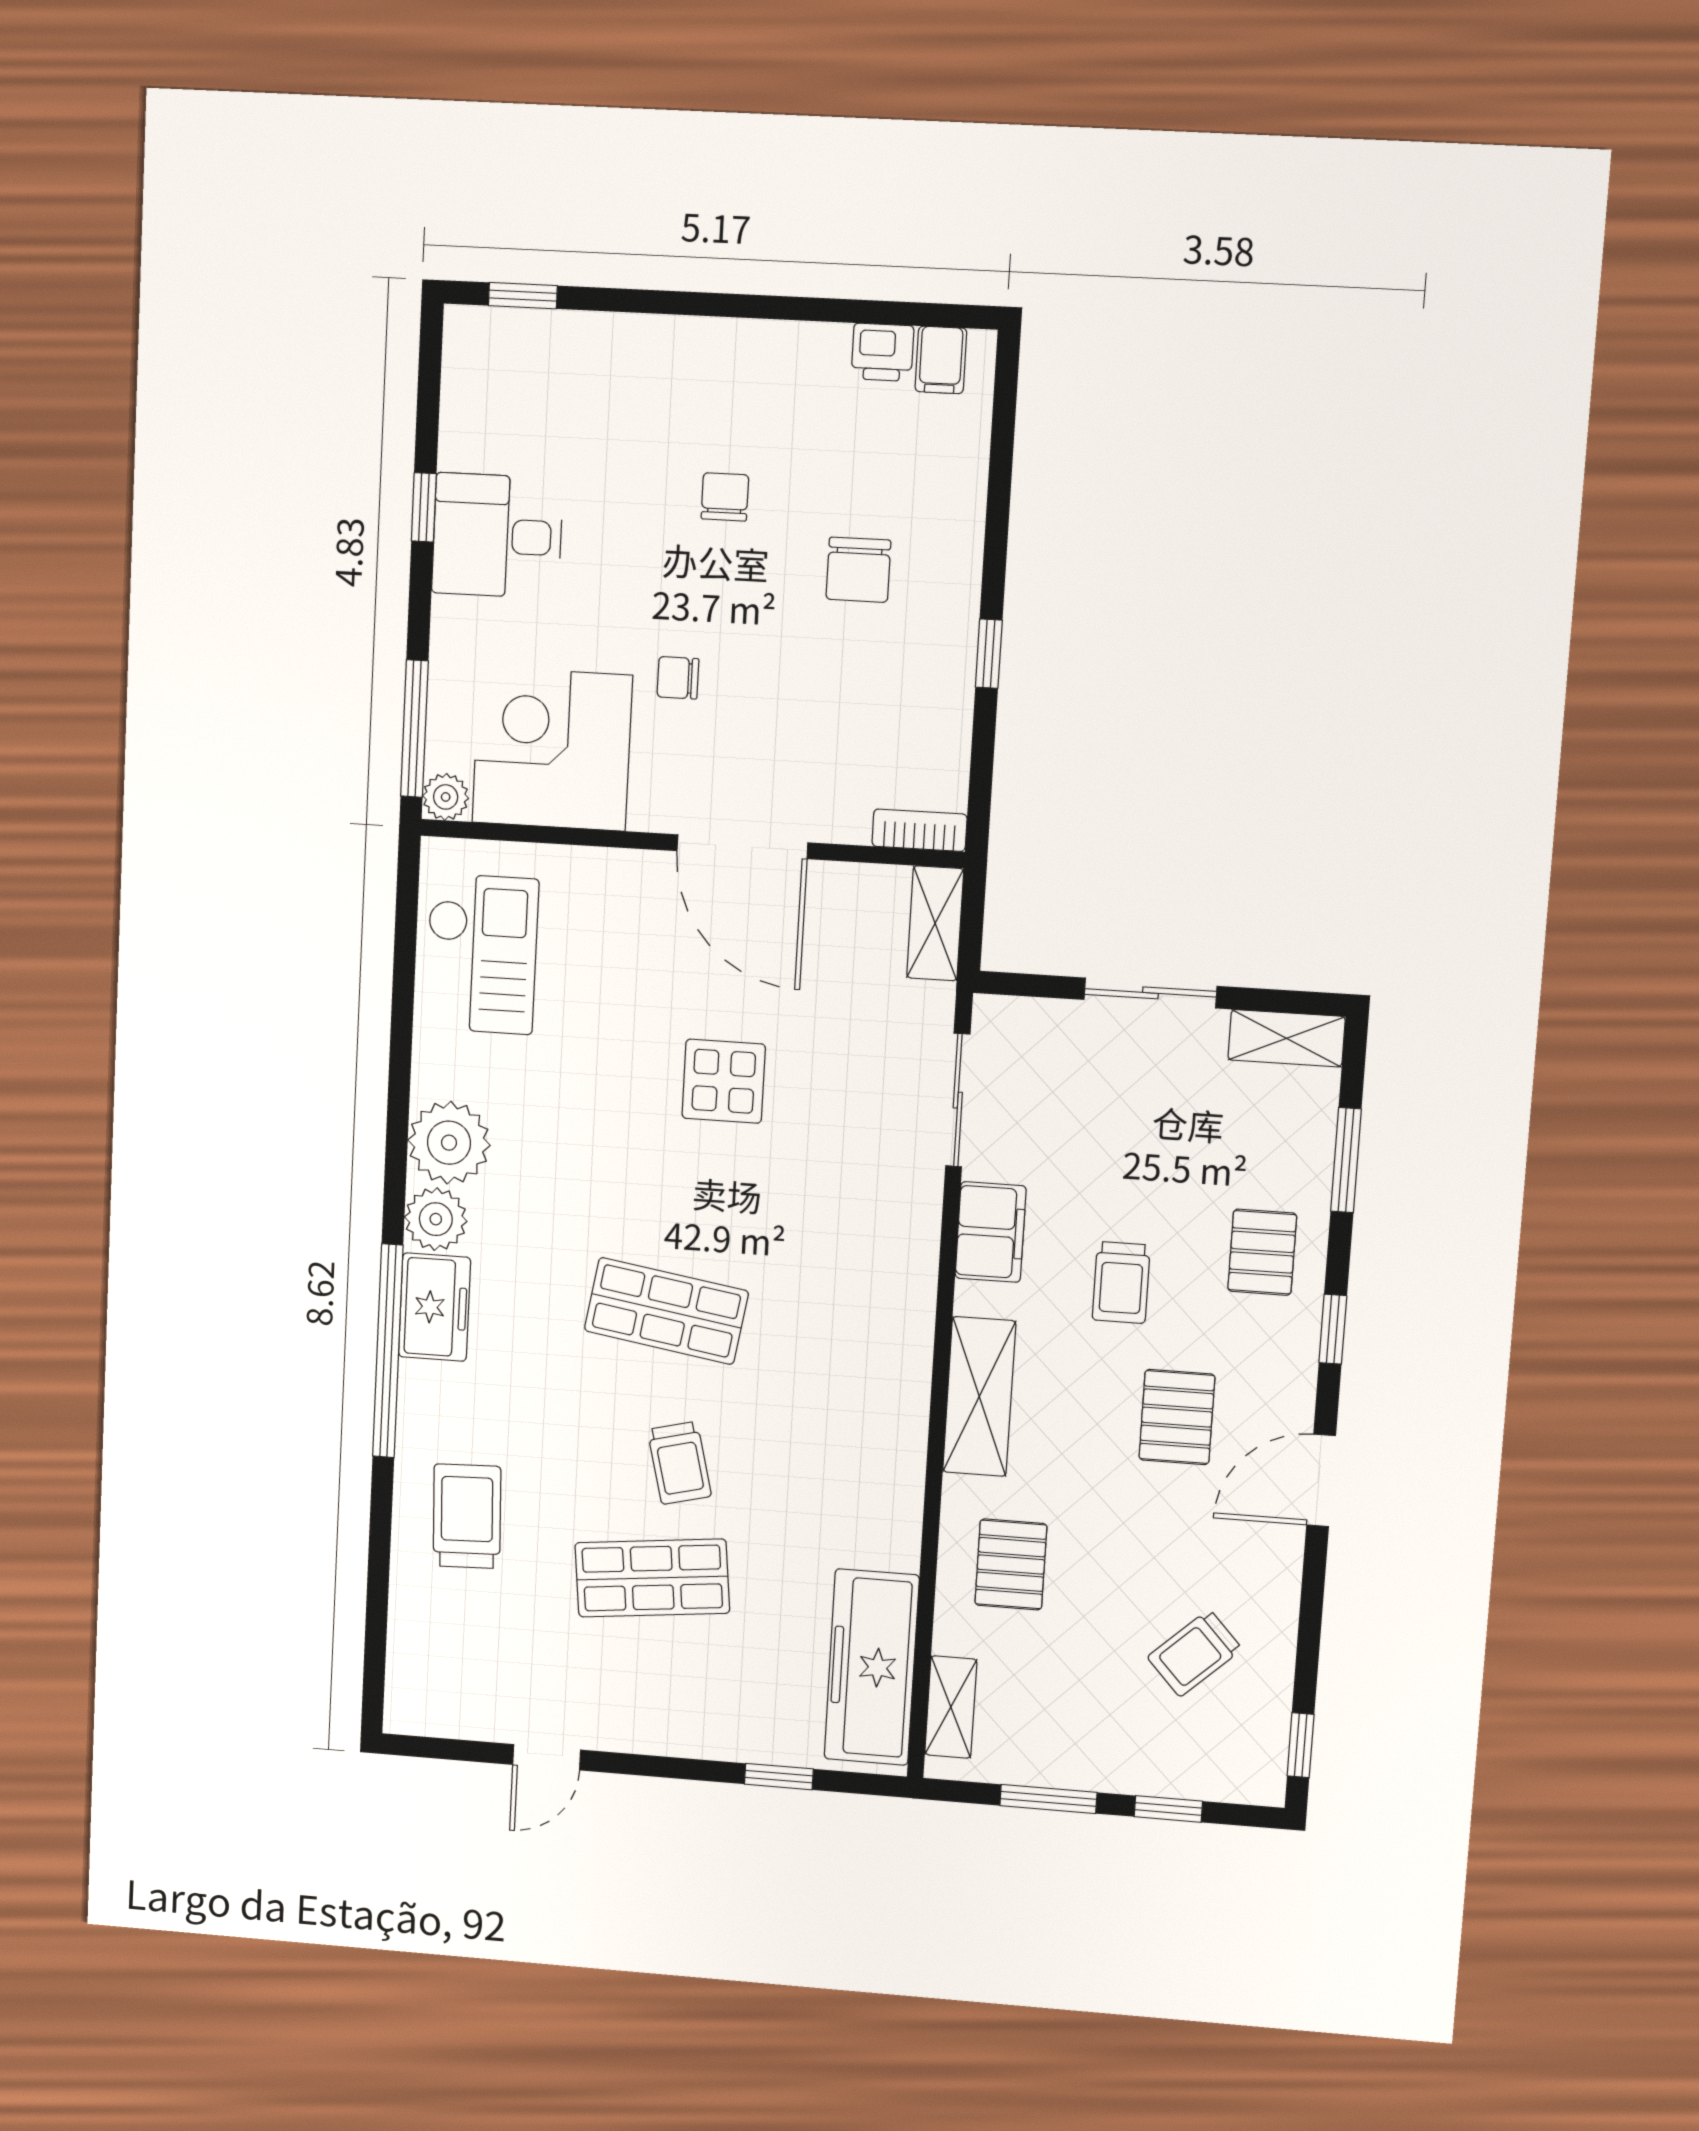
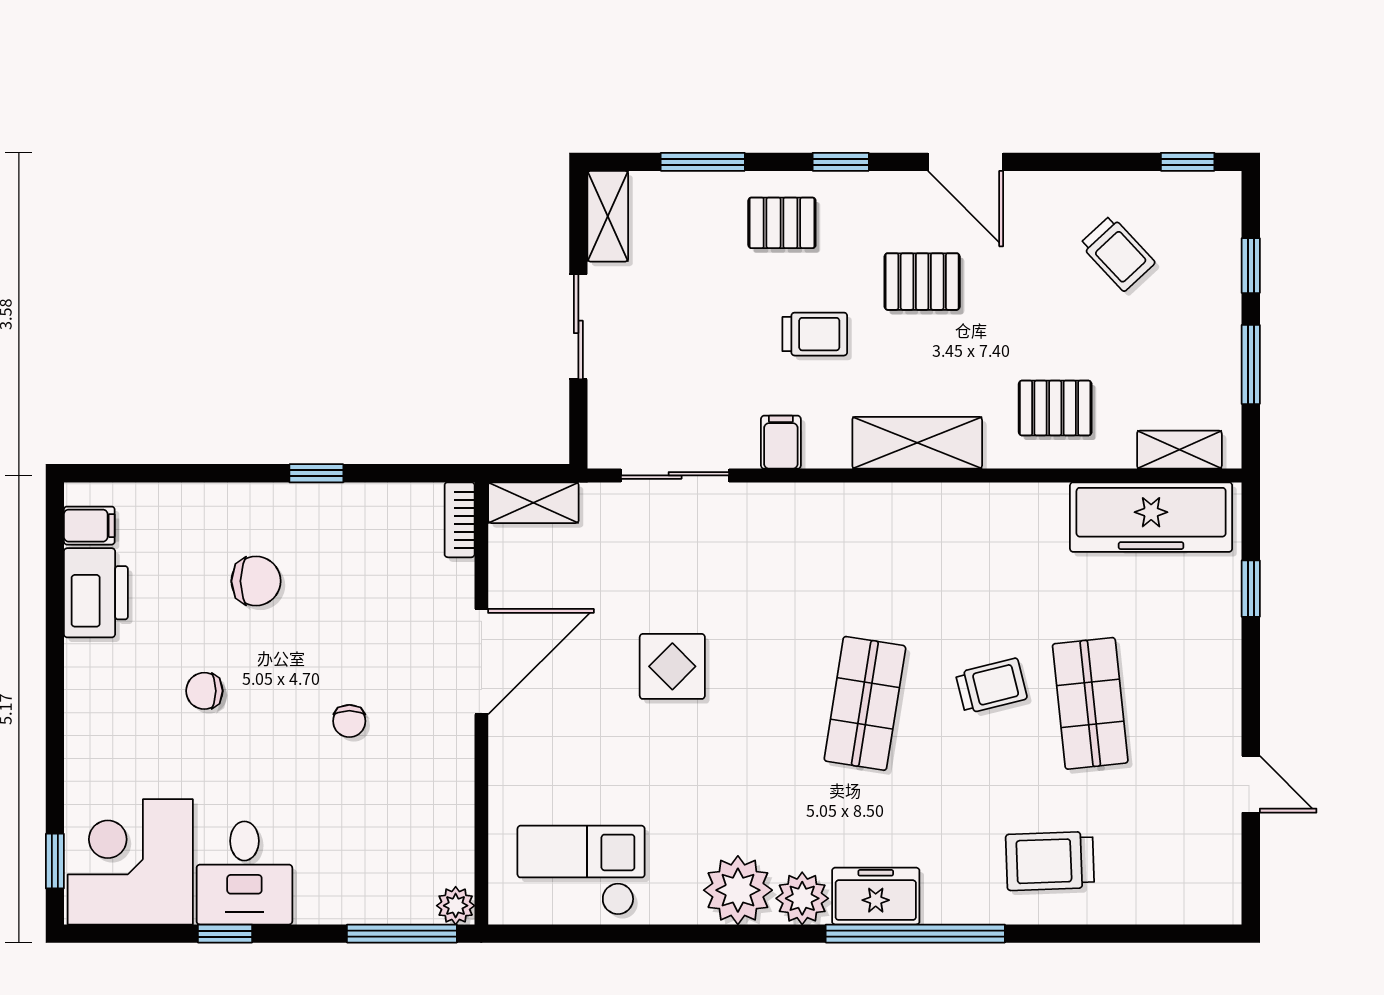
printer: (882, 352) -> (96, 593), width x1.87, depth x1.48
corner desk: (552, 749) -> (130, 862), moved, turned 90
filing cabinet: (991, 1232) -> (781, 442), width x0.50

